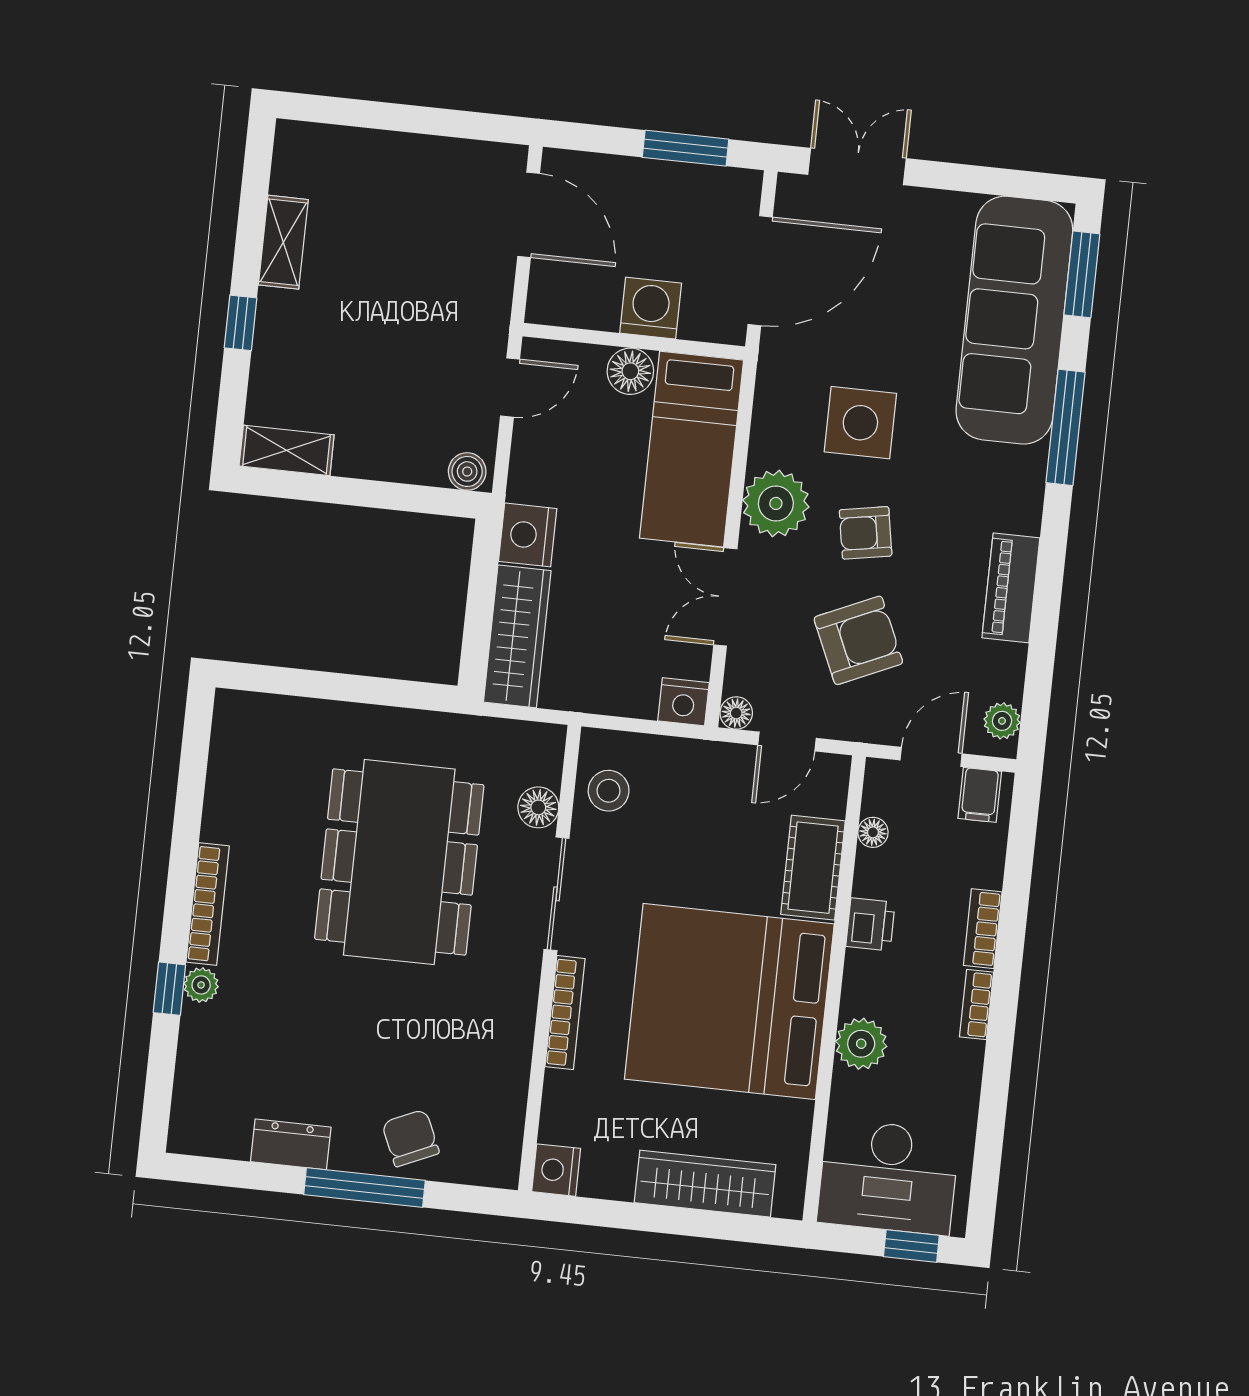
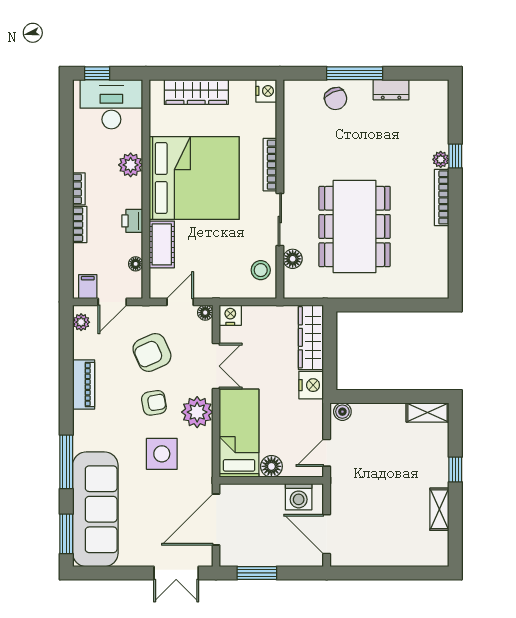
washing machine: (651, 308) -> (299, 497), moved

